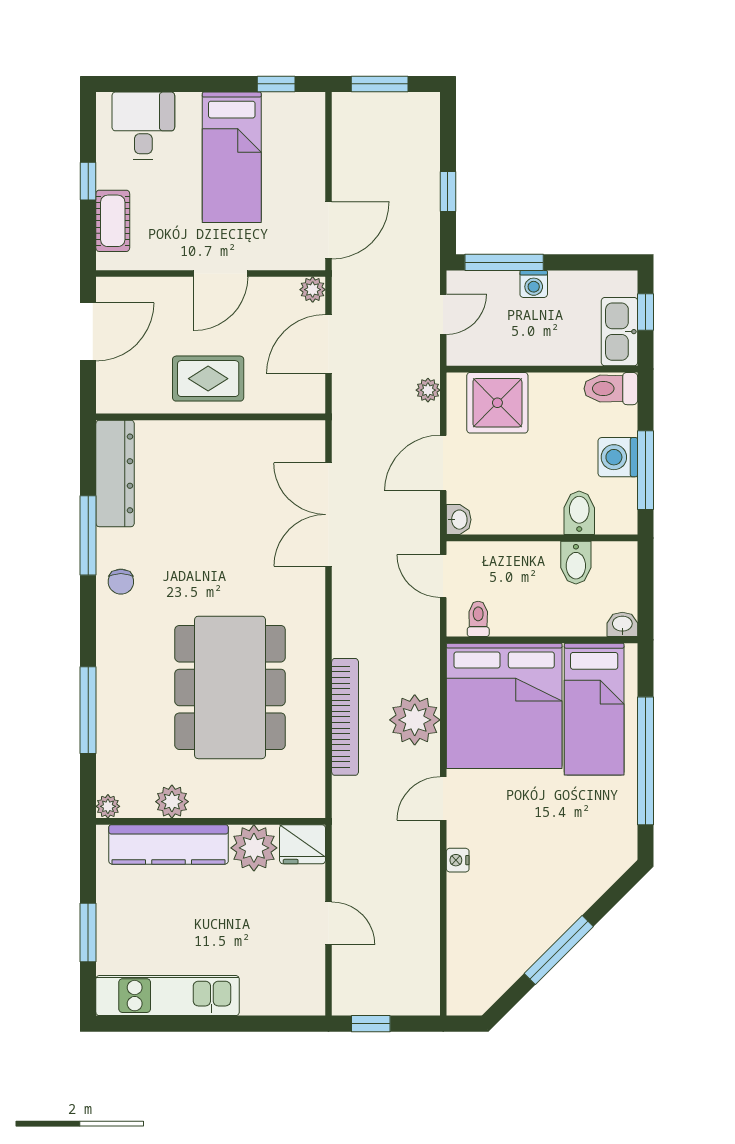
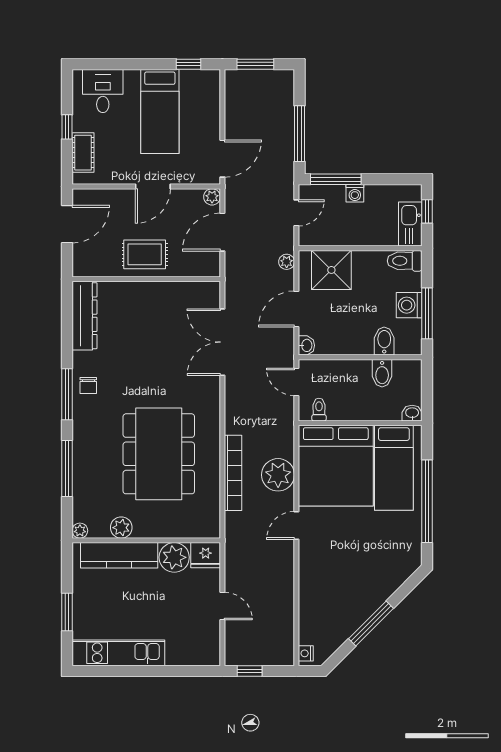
window: (448, 192) -> (299, 134), width x2.17
window: (88, 535) -> (67, 394), moved
nightstand: (458, 860) -> (306, 653), moved

